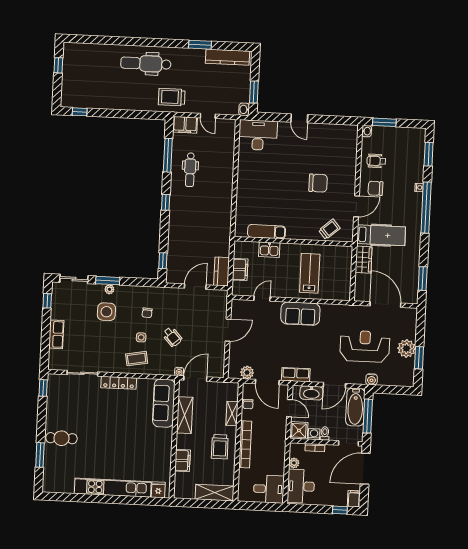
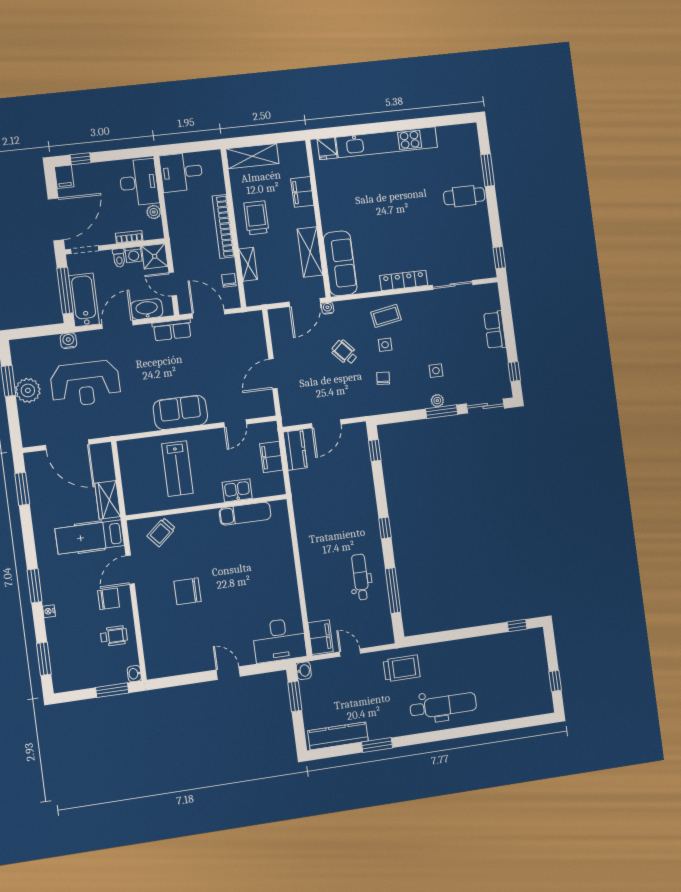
filing cabinet: (185, 125) -> (321, 637), moved, turned 90
window: (426, 208) -> (35, 586), width x0.47
side table: (106, 312) -> (436, 371), width x0.54, depth x0.54
plant: (247, 372) -> (238, 322), removed

